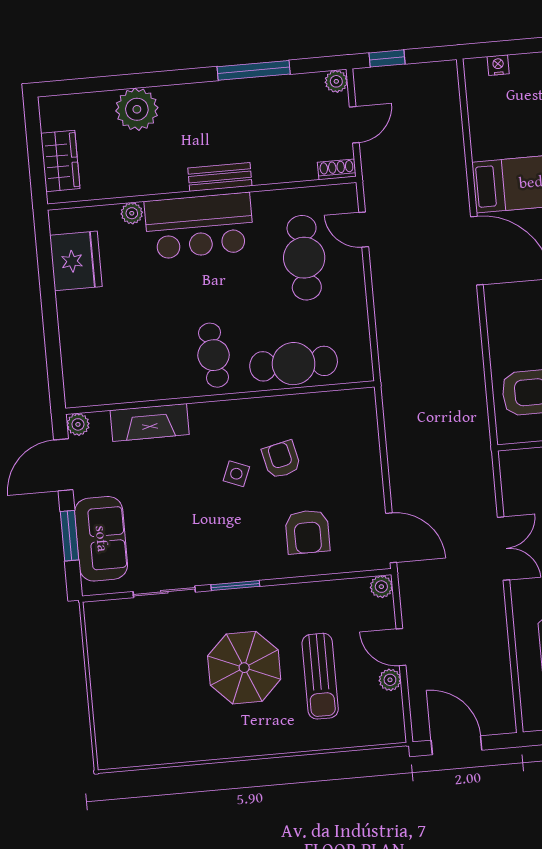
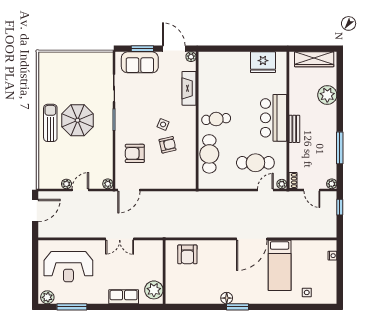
wardrobe: (60, 161) -> (314, 59), width x1.50
plant: (132, 213) -> (282, 184), moved
sun lounger: (320, 676) -> (50, 123), moved, turned 90

